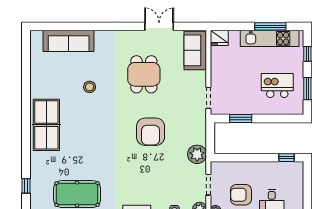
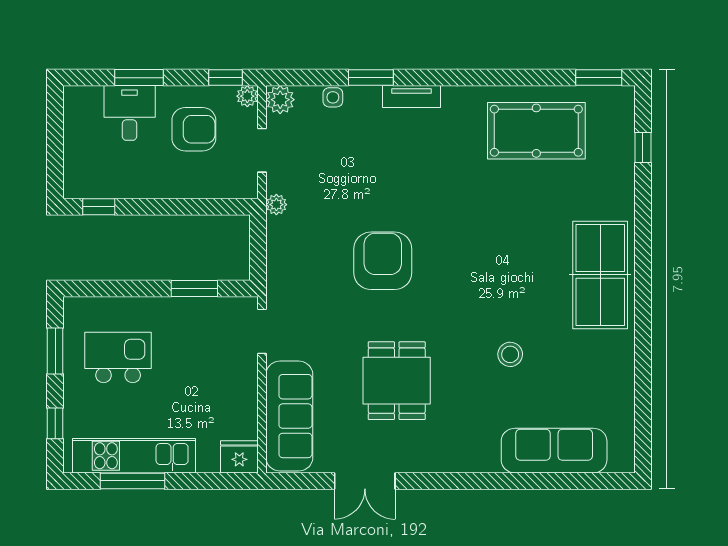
sofa: (195, 50) -> (289, 416), width x1.36
kitchen island: (277, 85) -> (118, 357), turned 180
plant: (197, 154) -> (276, 205), width x0.53, depth x0.53

